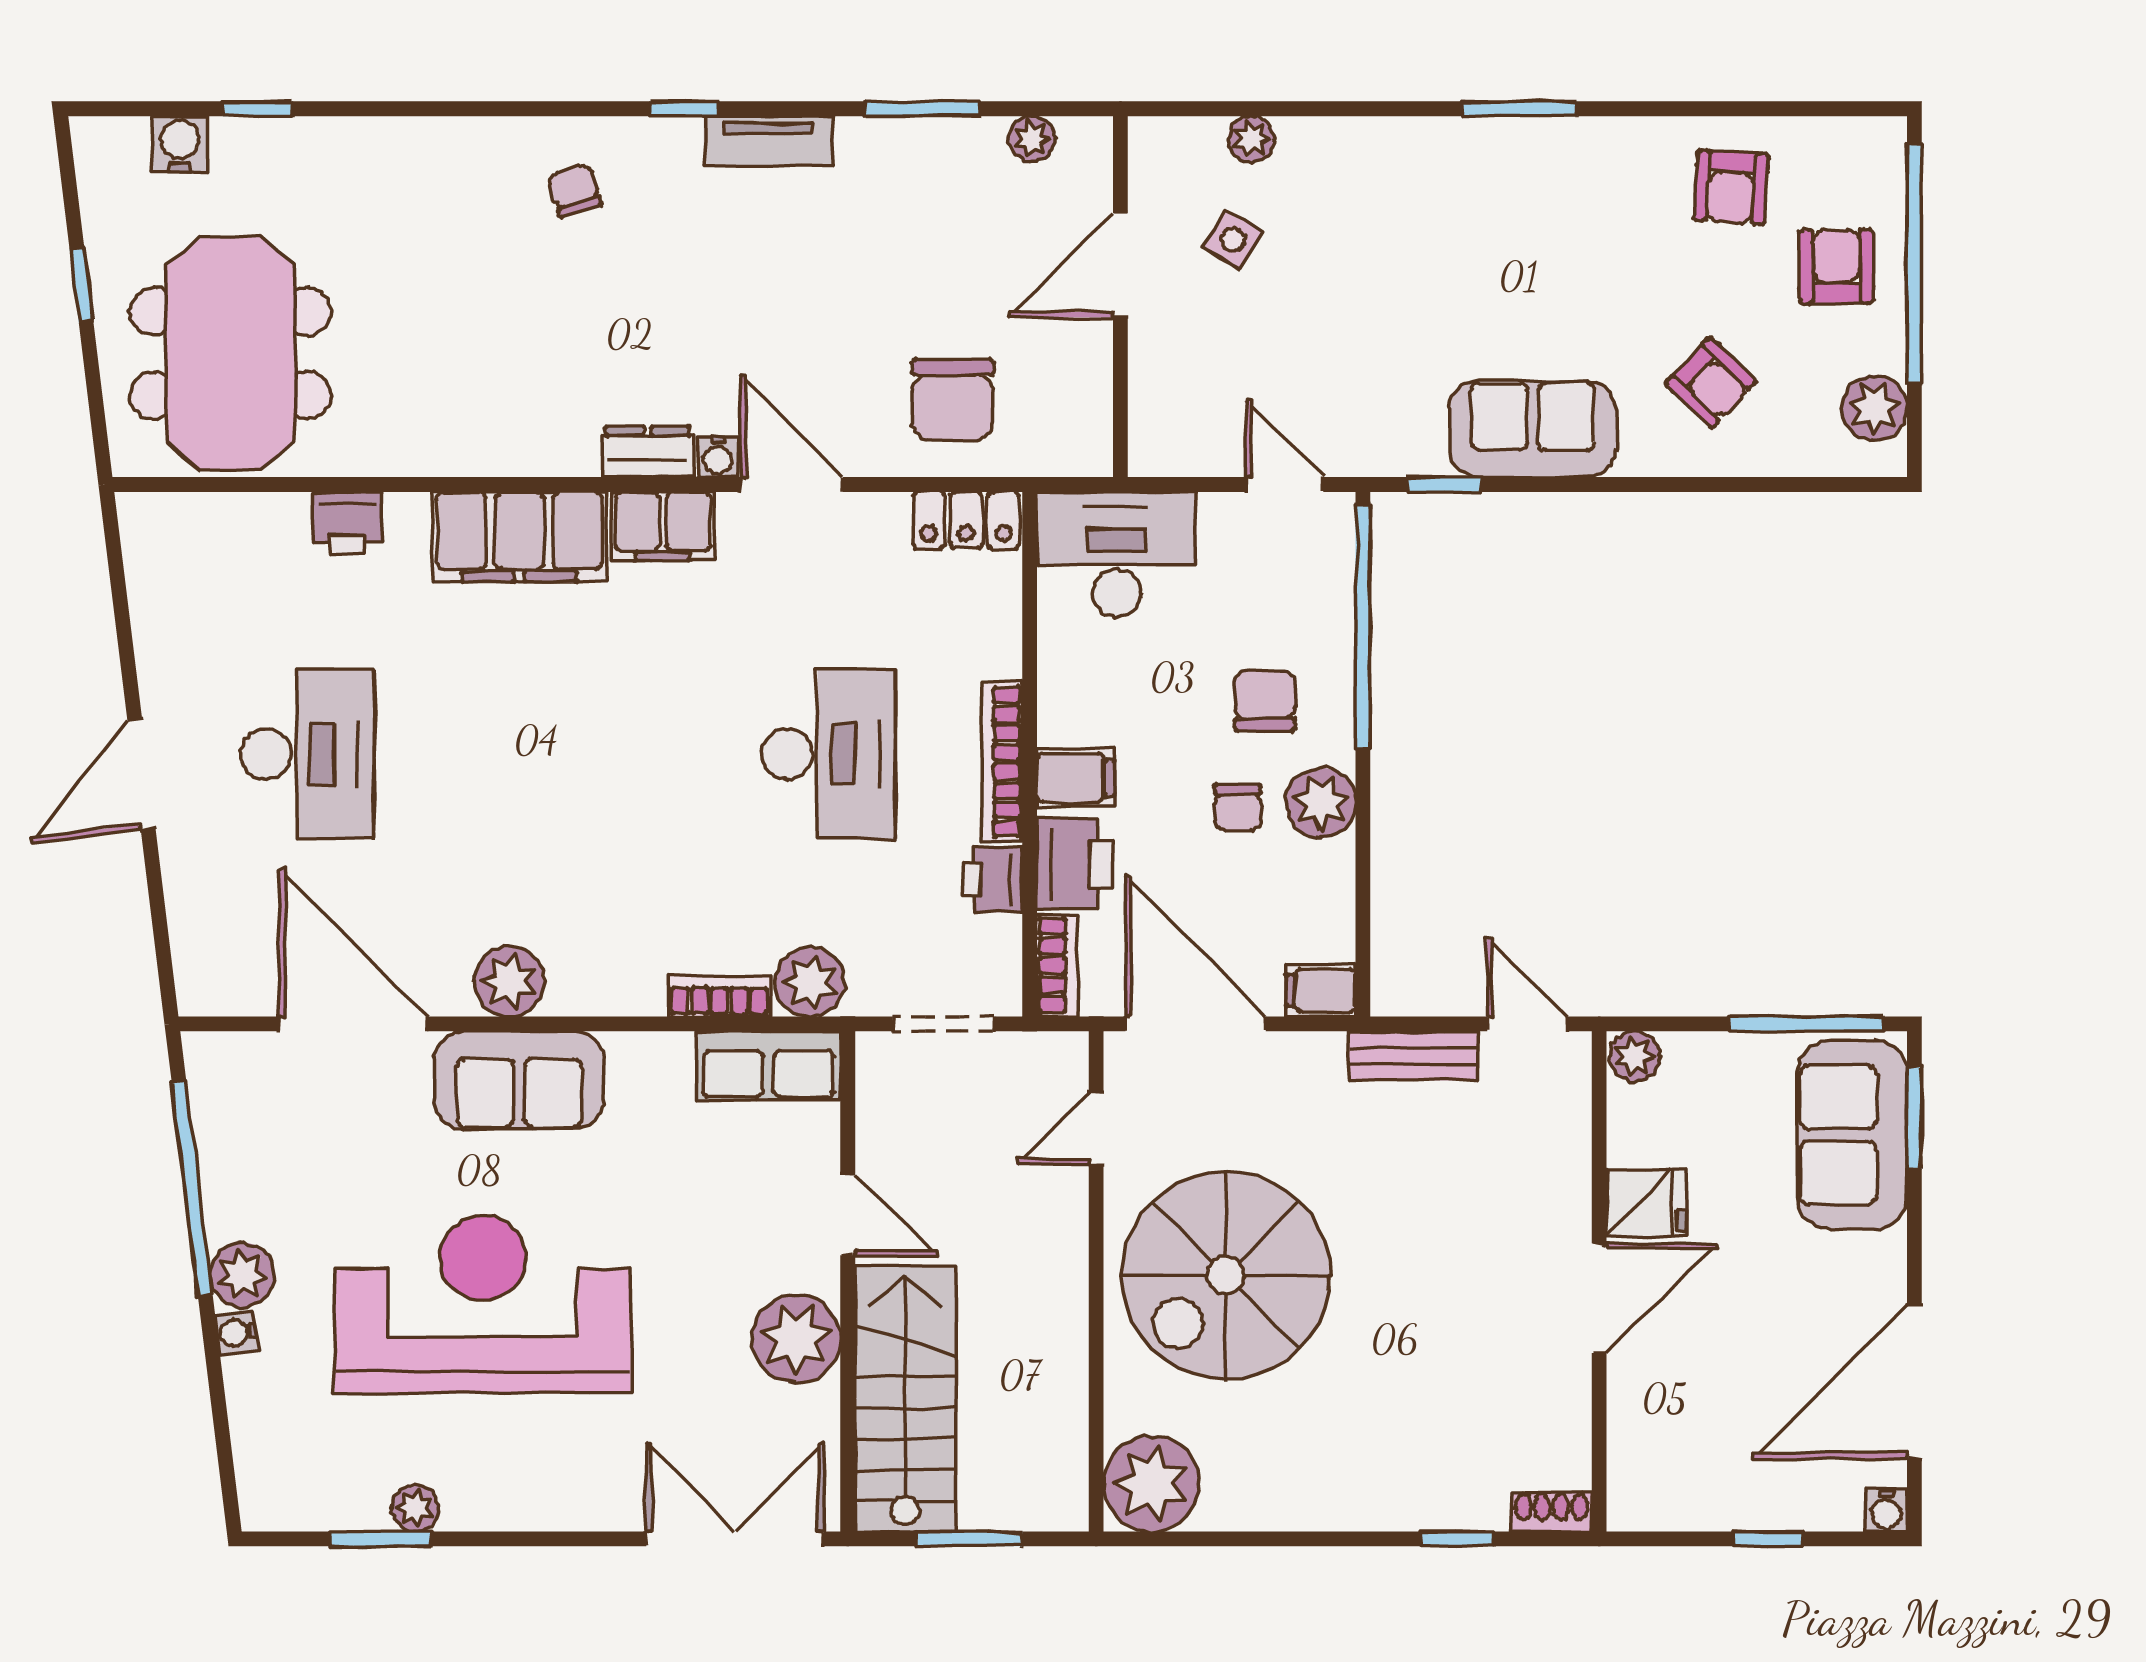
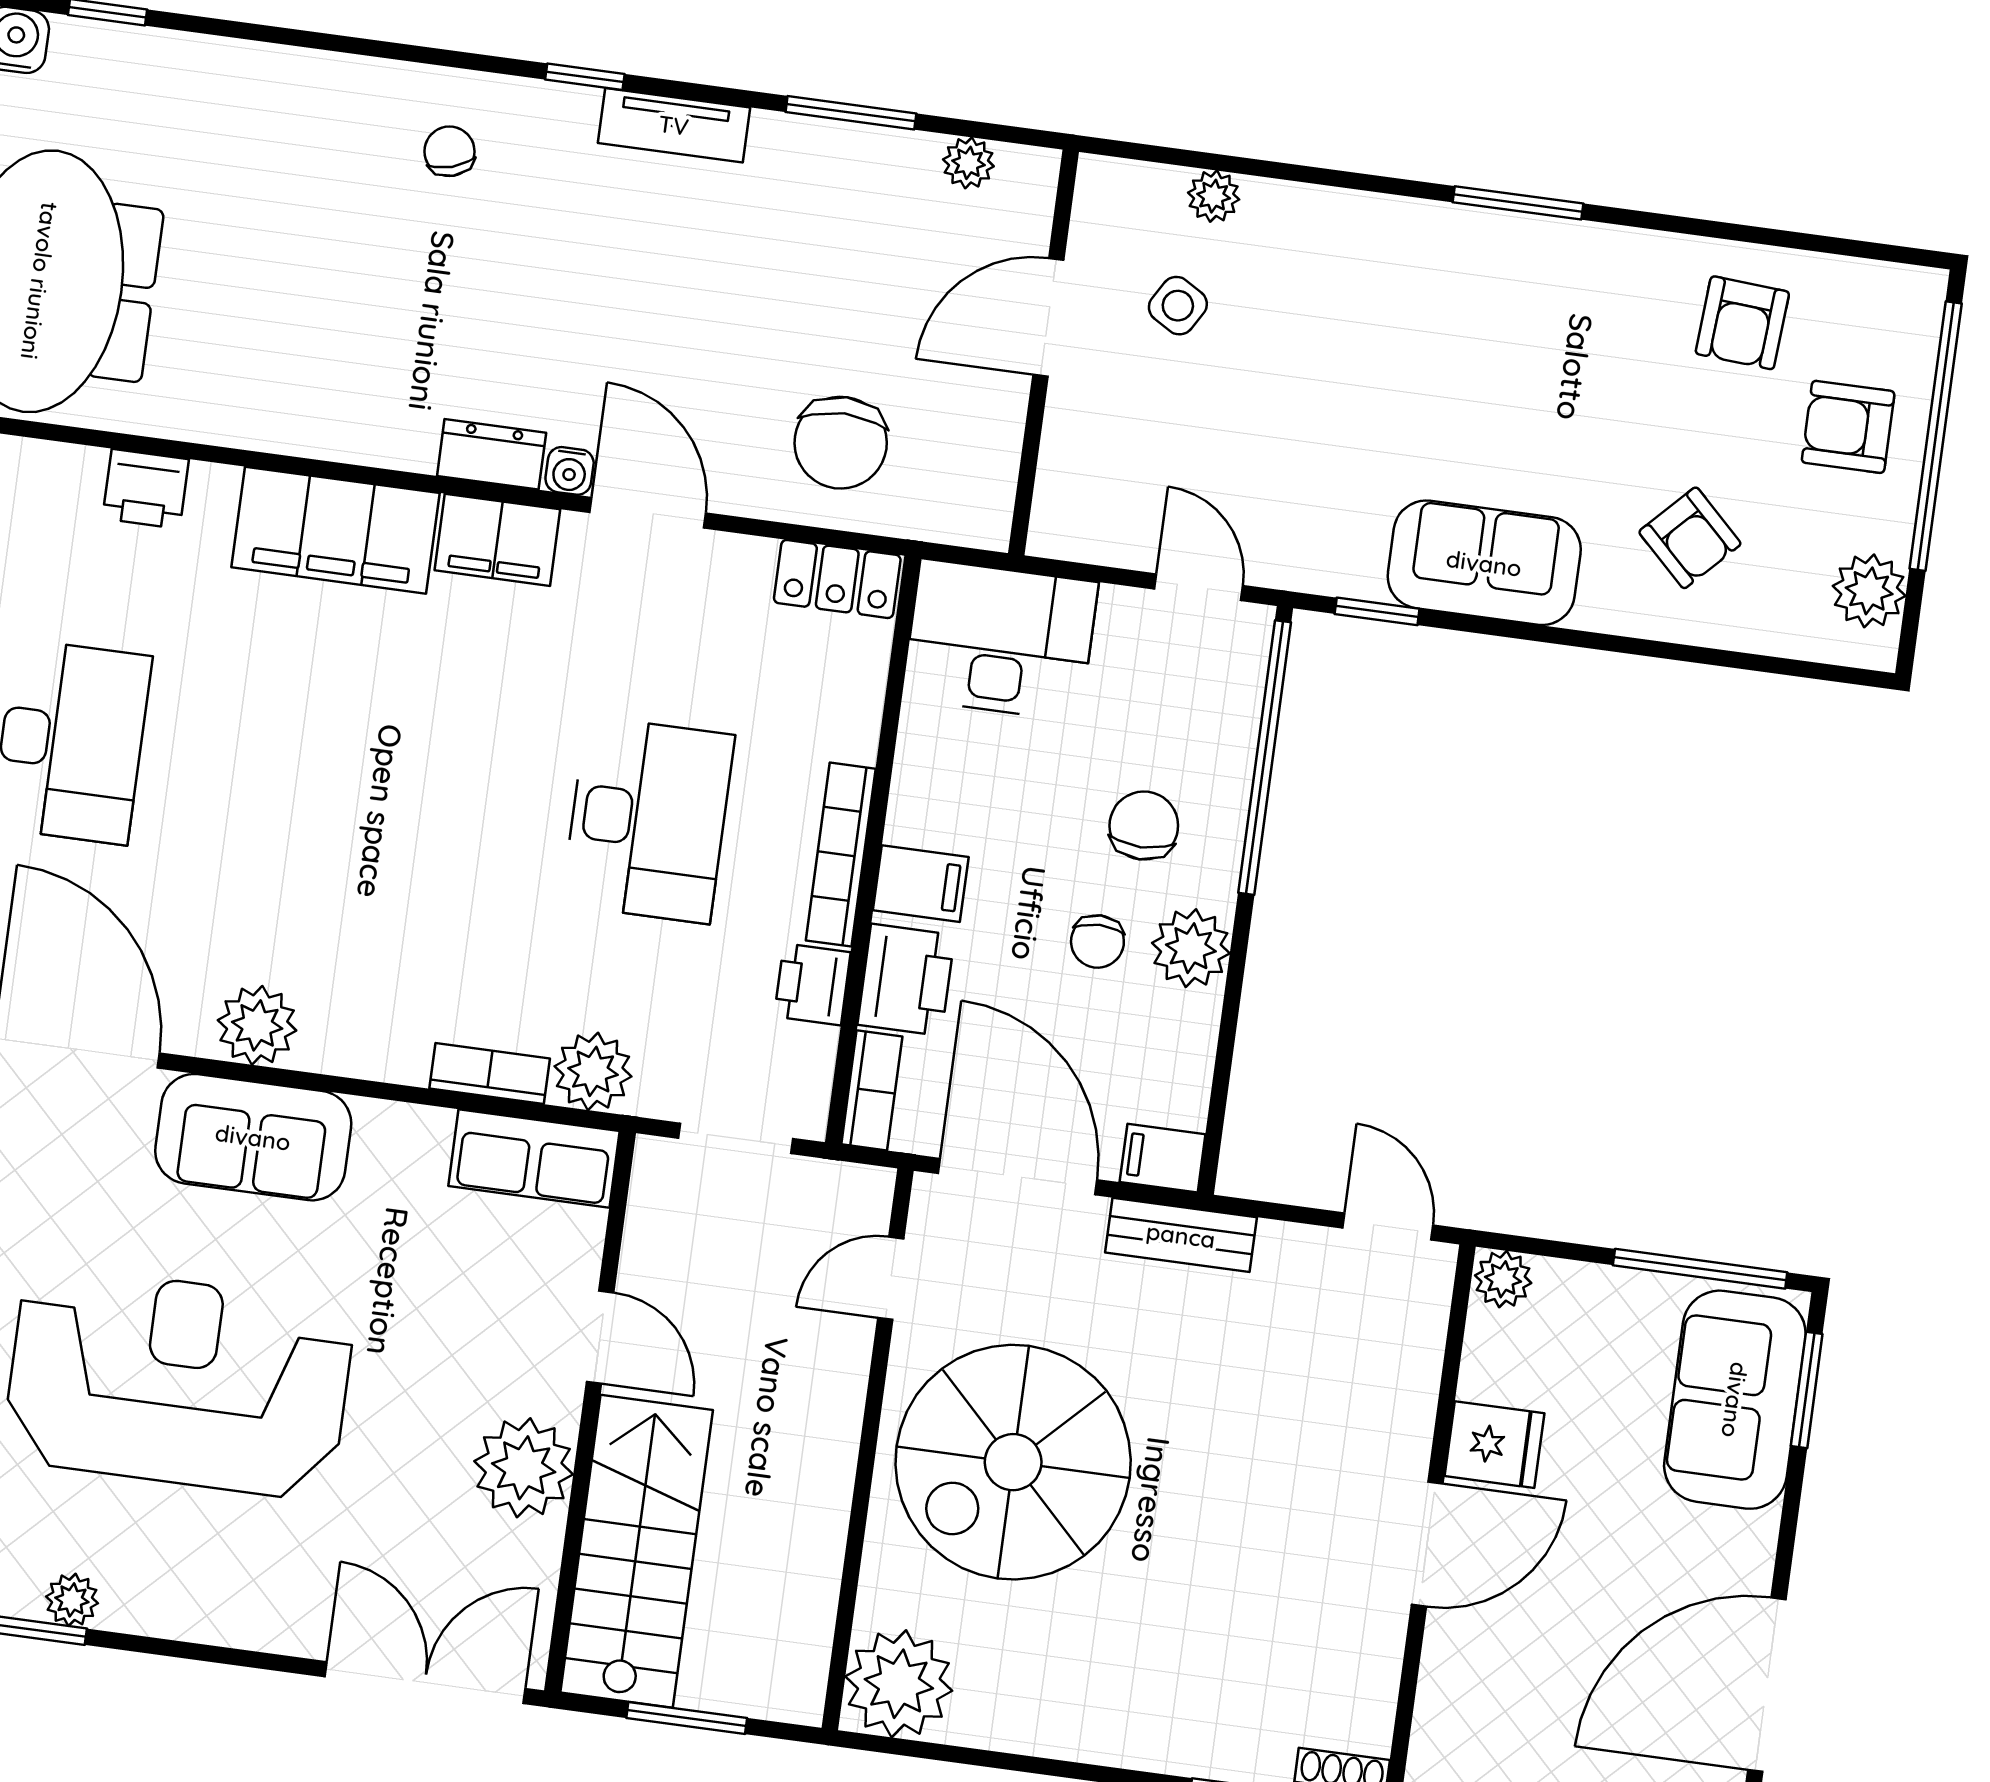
armchair: (1836, 266) -> (1848, 427), turned -90
bench: (1413, 1056) -> (1181, 1235), moved

